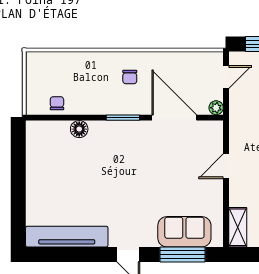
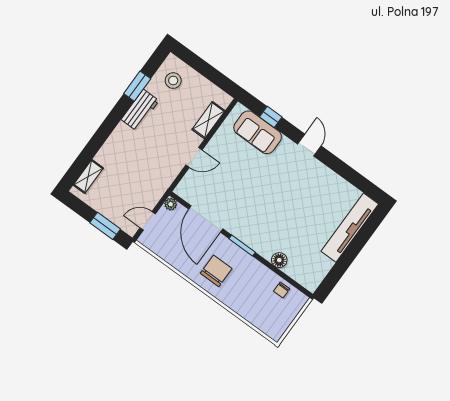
chair: (130, 77) -> (216, 271), width x1.87, depth x1.87
shelving: (238, 227) -> (208, 120), moved
tv unit: (67, 237) -> (350, 228), moved, turned 90
window: (183, 255) -> (271, 117), width x0.46

